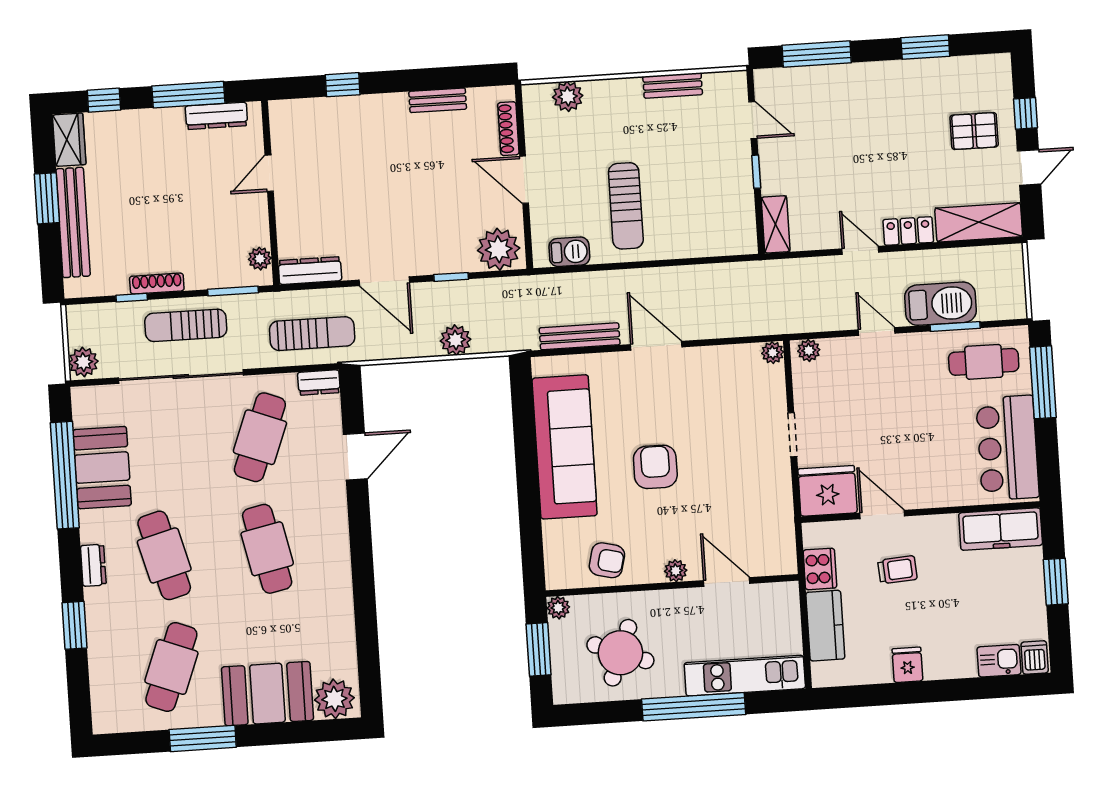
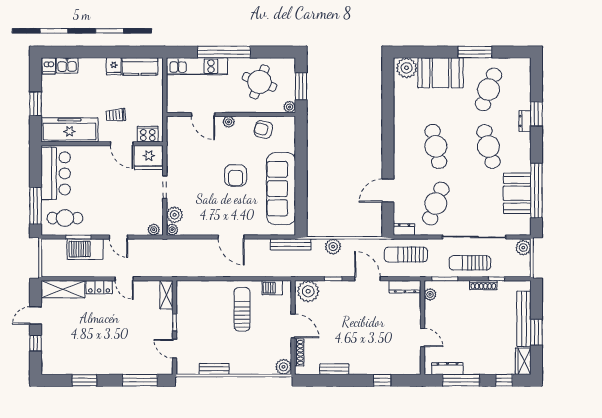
plant: (568, 96) -> (283, 367), moved
pallet: (974, 131) -> (62, 336), removed
door: (269, 173) -> (422, 338), hinge flipped
sun lounger: (186, 325) -> (470, 263), turned 180
bench: (580, 336) -> (291, 244), moved
plant: (770, 382) -> (175, 215), added
freezer: (1001, 529) -> (70, 130), width x1.36, depth x1.26
dresser: (93, 565) -> (525, 121), moved
cooker: (820, 569) -> (148, 134), moved, turned 90
kitchen counter: (825, 626) -> (140, 66), moved, turned -90

